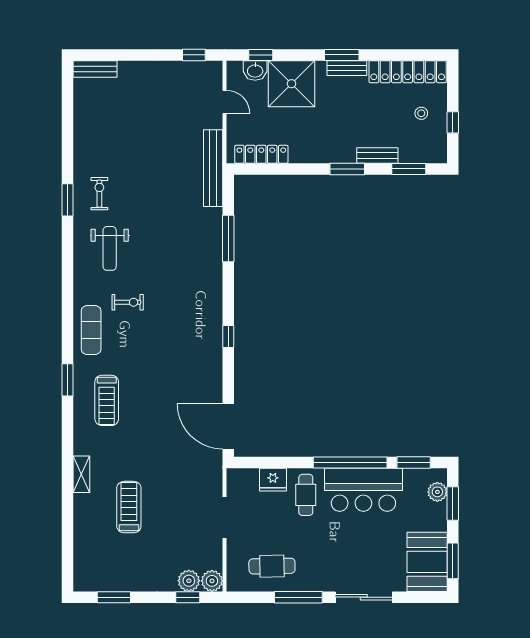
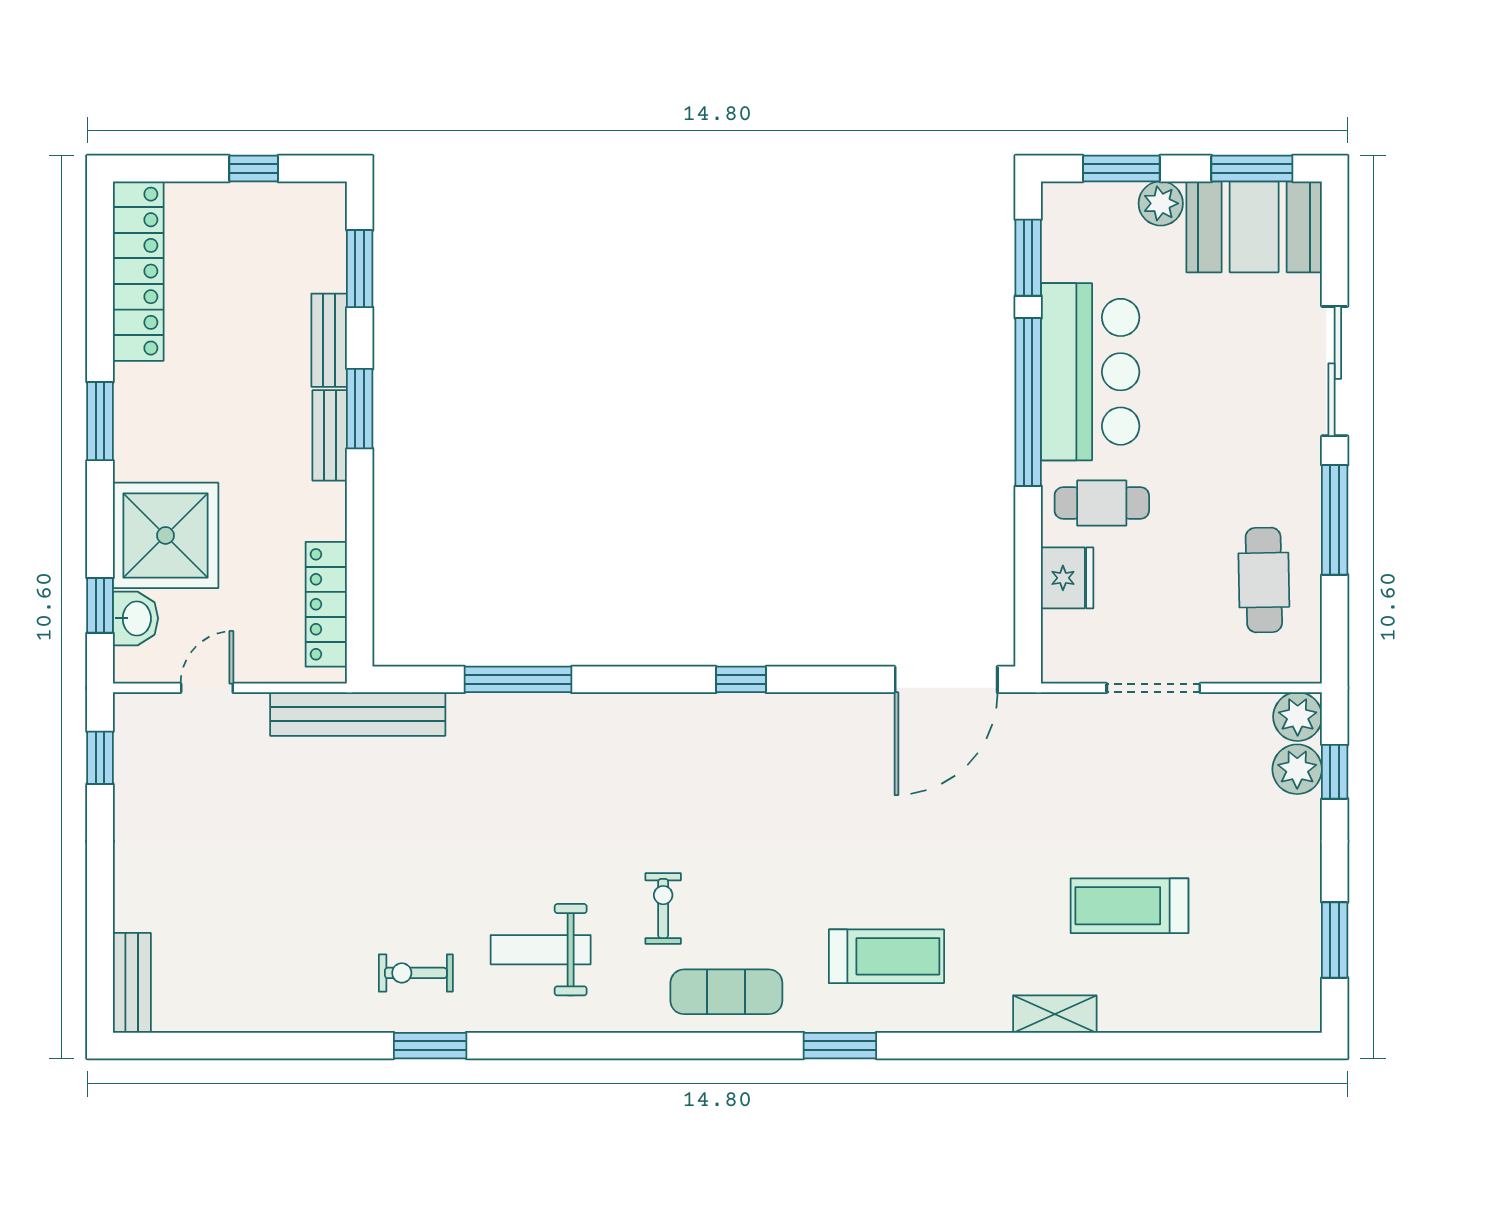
bench: (347, 68) -> (330, 435), moved
stool: (421, 113) -> (233, 240), removed
weight bench: (110, 248) -> (541, 950), turned 180
plant: (437, 492) -> (1161, 203), moved

